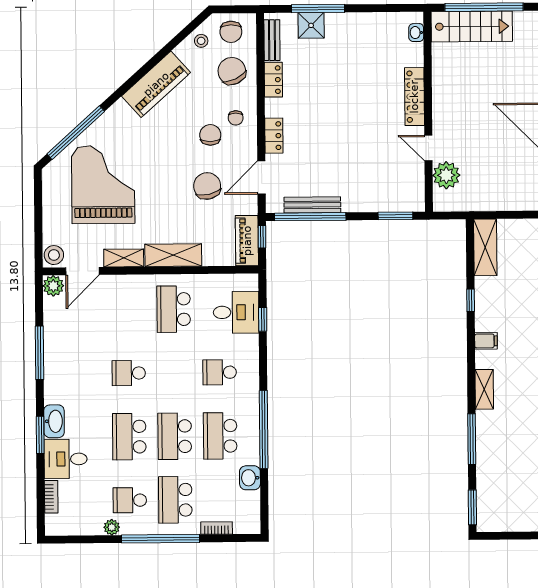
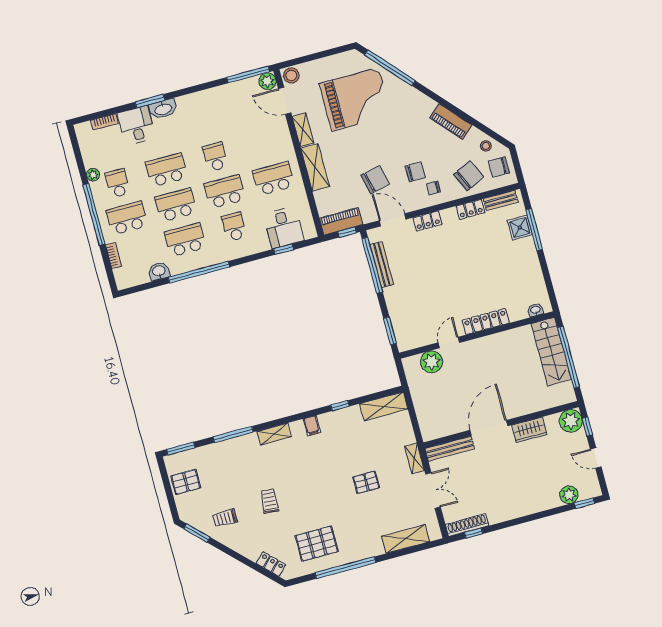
piano: (156, 84) -> (451, 121), width x0.73, depth x0.75
window: (39, 353) -> (248, 74), moved
school desk: (174, 373) -> (225, 192), added
pallet: (514, 512) -> (186, 482), added

